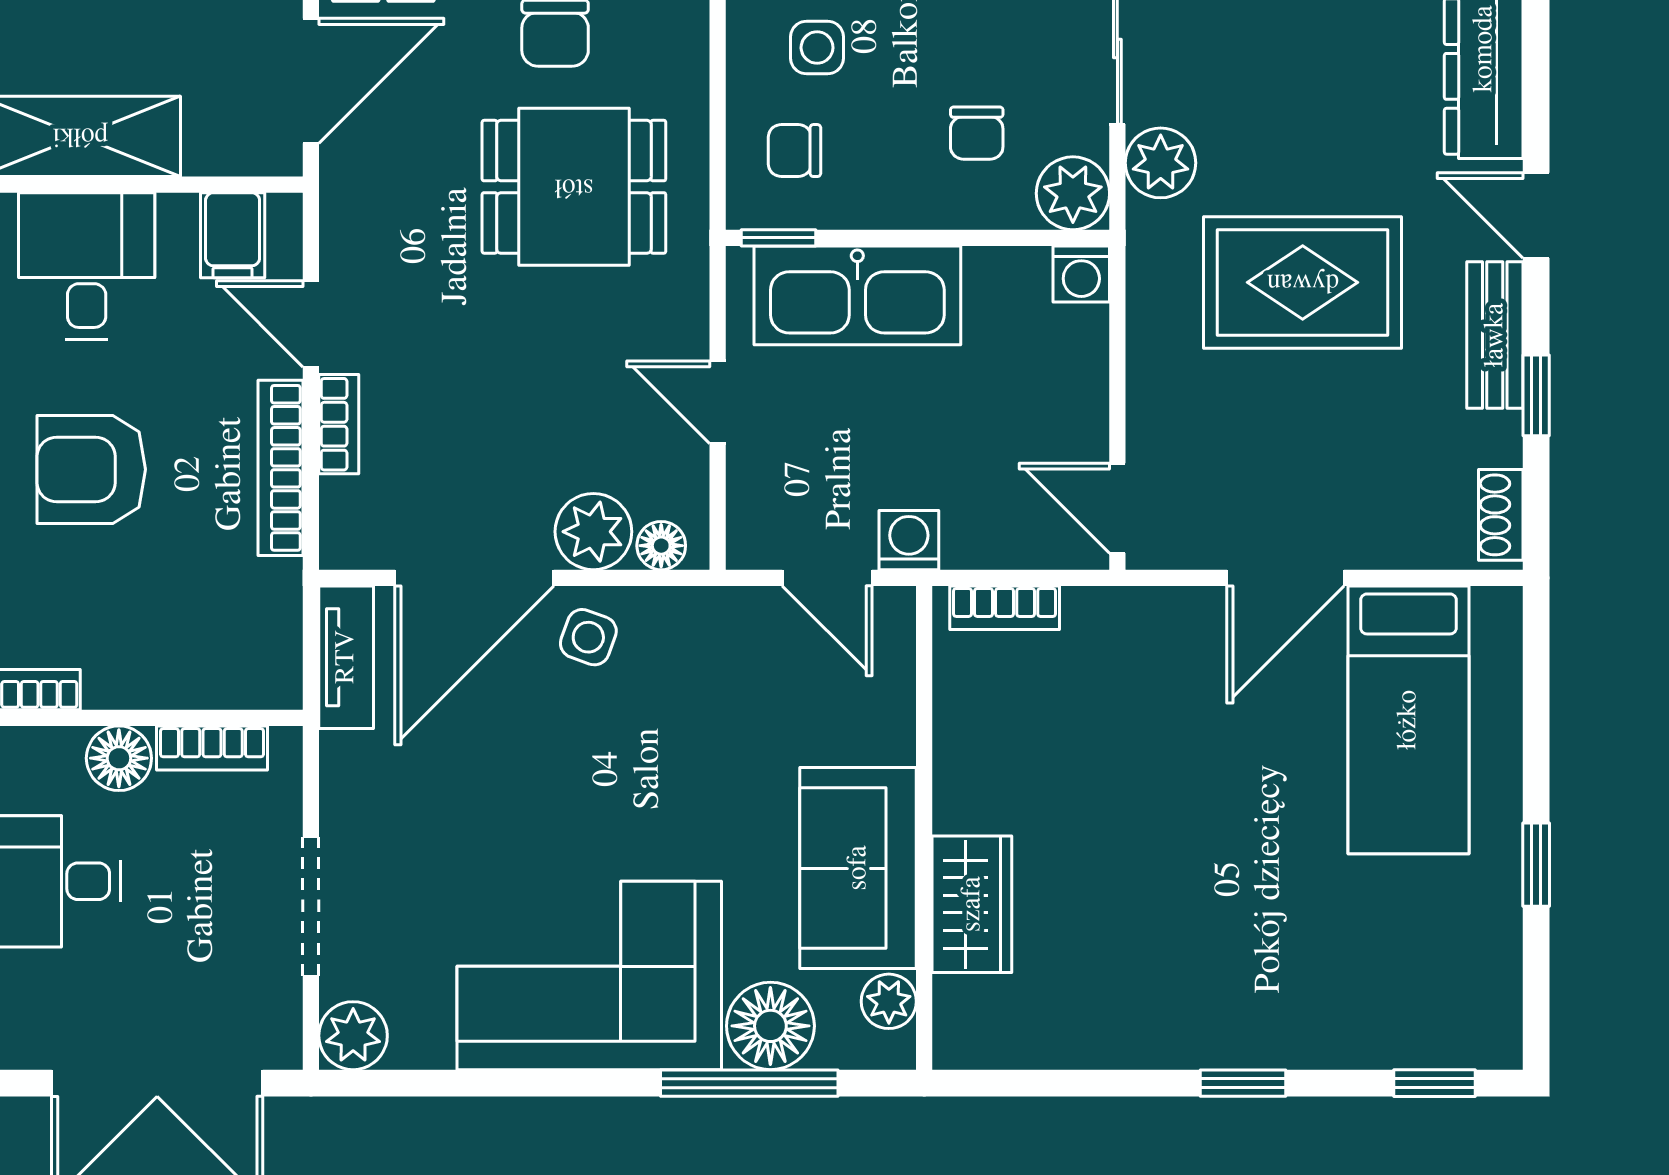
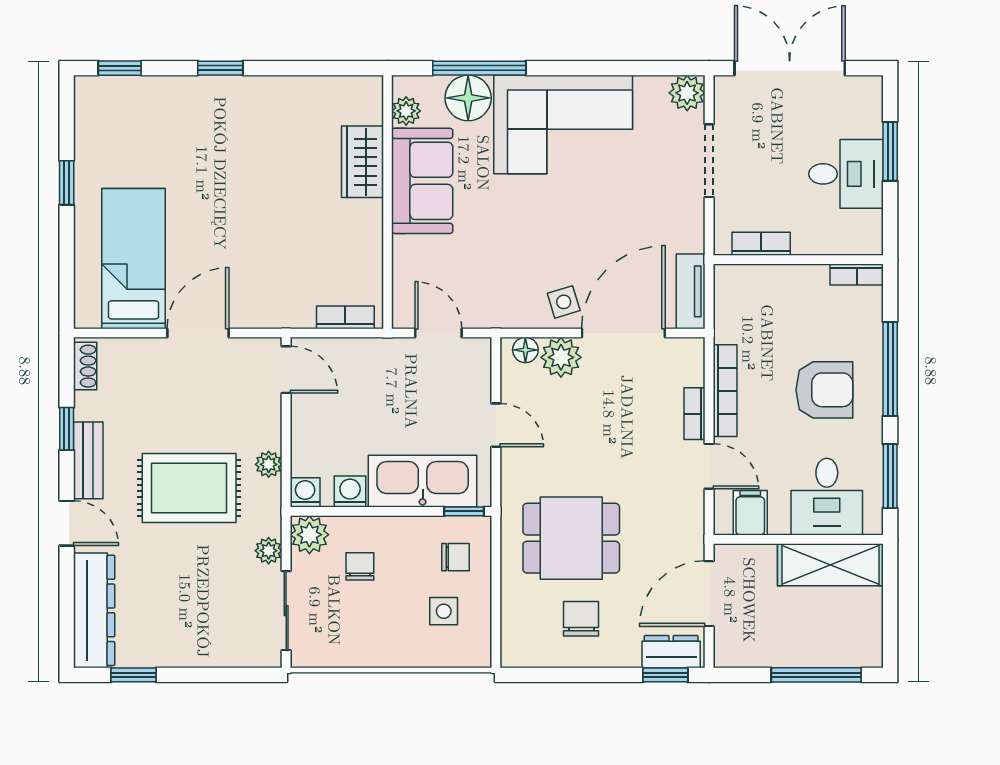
plant: (1161, 163) -> (269, 551), width x0.73, depth x0.73
plant: (1151, 328) -> (269, 464), added
washing machine: (909, 540) -> (350, 492), moved, turned 180
side table: (588, 637) -> (564, 302), turned -37
floor lamp: (119, 758) -> (810, 238), removed

